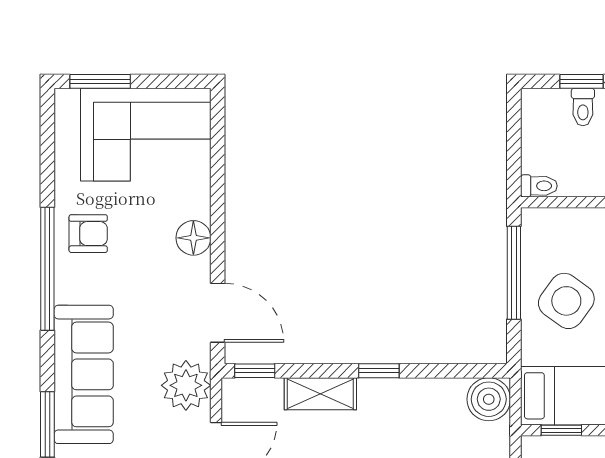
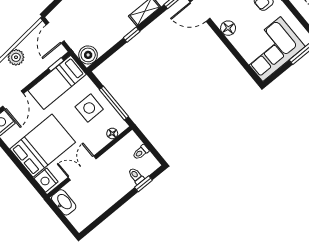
toilet: (539, 186) -> (141, 152), moved
floor lamp: (563, 220) -> (112, 133), added
side table: (566, 301) -> (89, 108), turned -36

